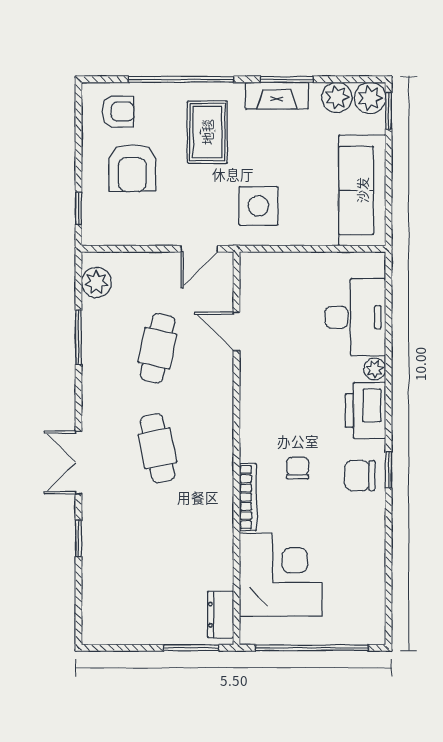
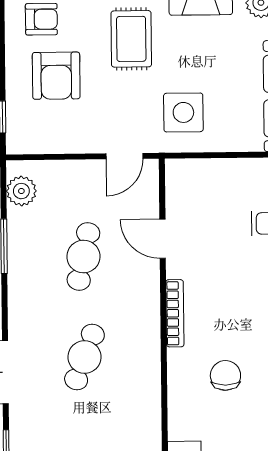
cafe table: (157, 448) -> (84, 357), turned 33
chair: (298, 468) -> (225, 375), width x1.37, depth x1.37
bookcase: (248, 497) -> (175, 313), moved

